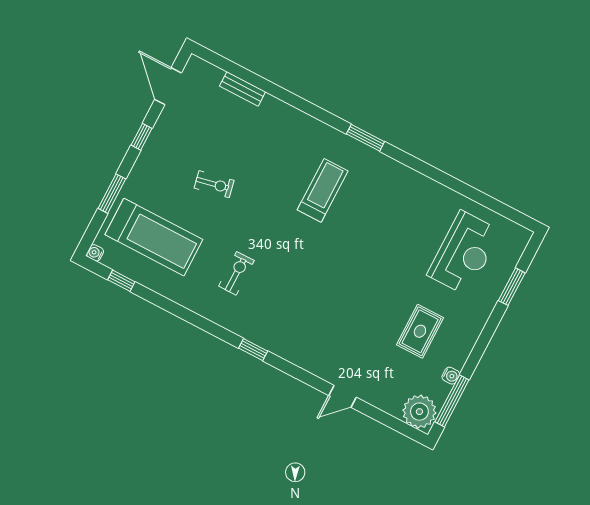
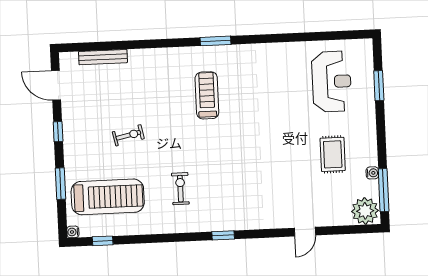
bench: (243, 89) -> (103, 57), width x1.36

